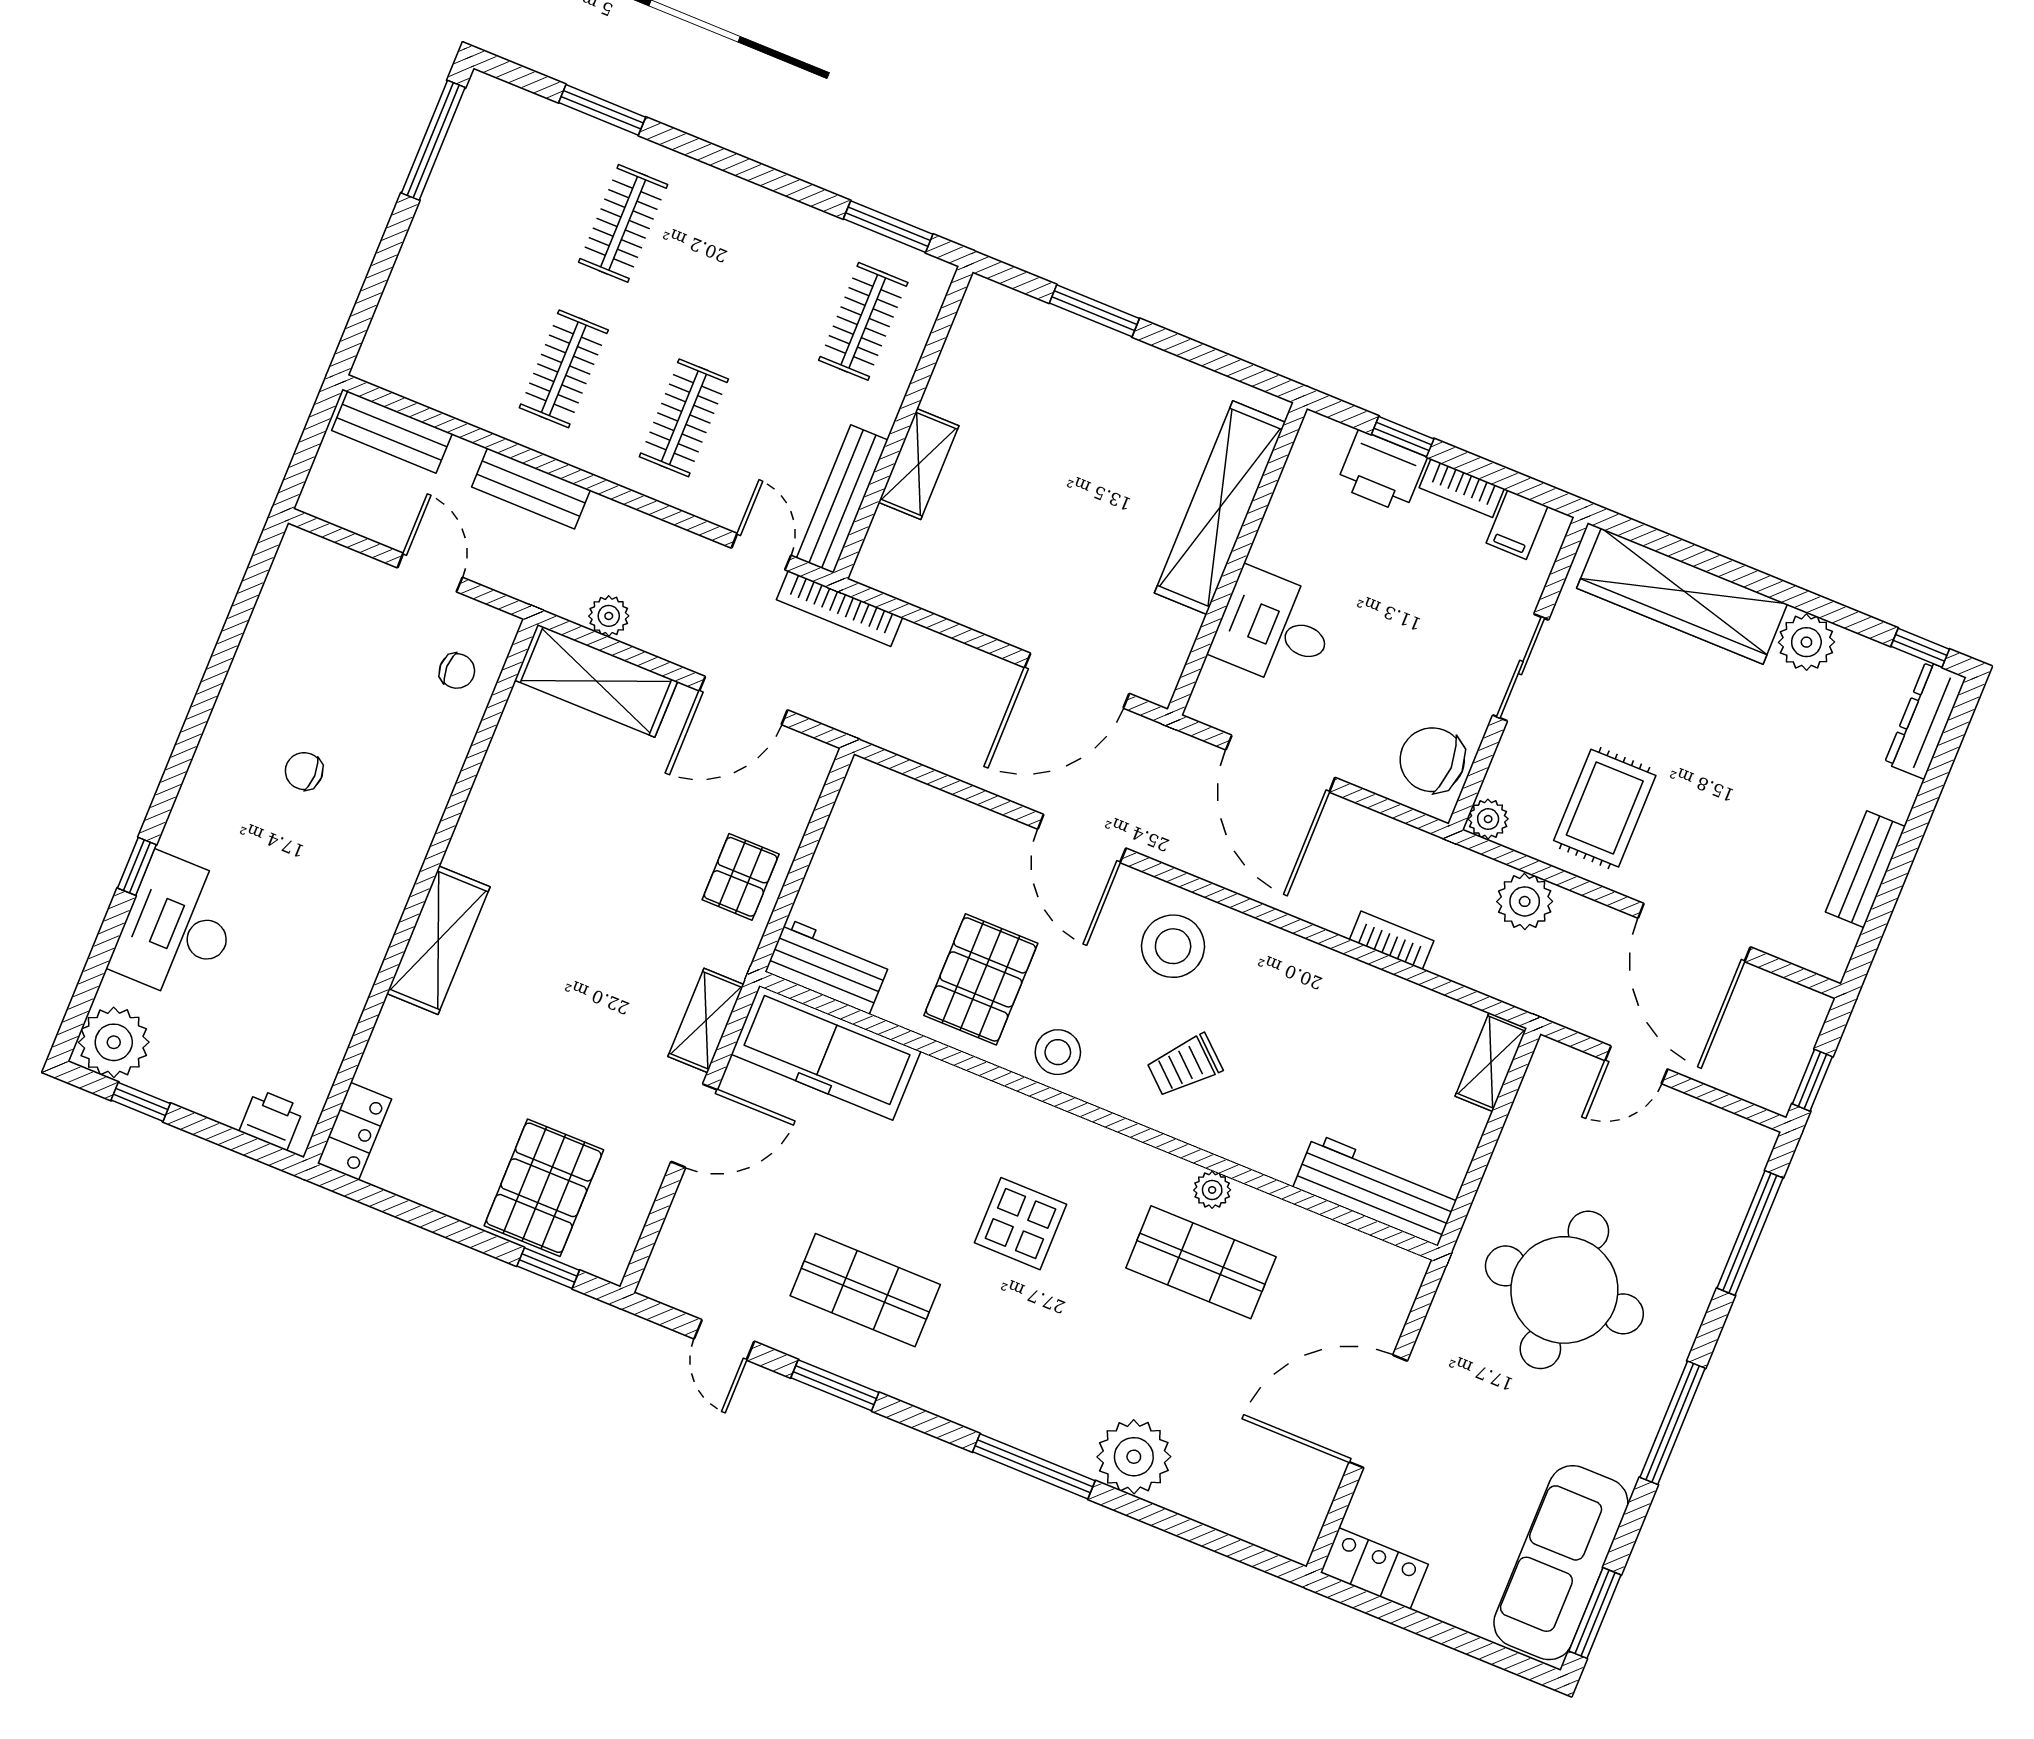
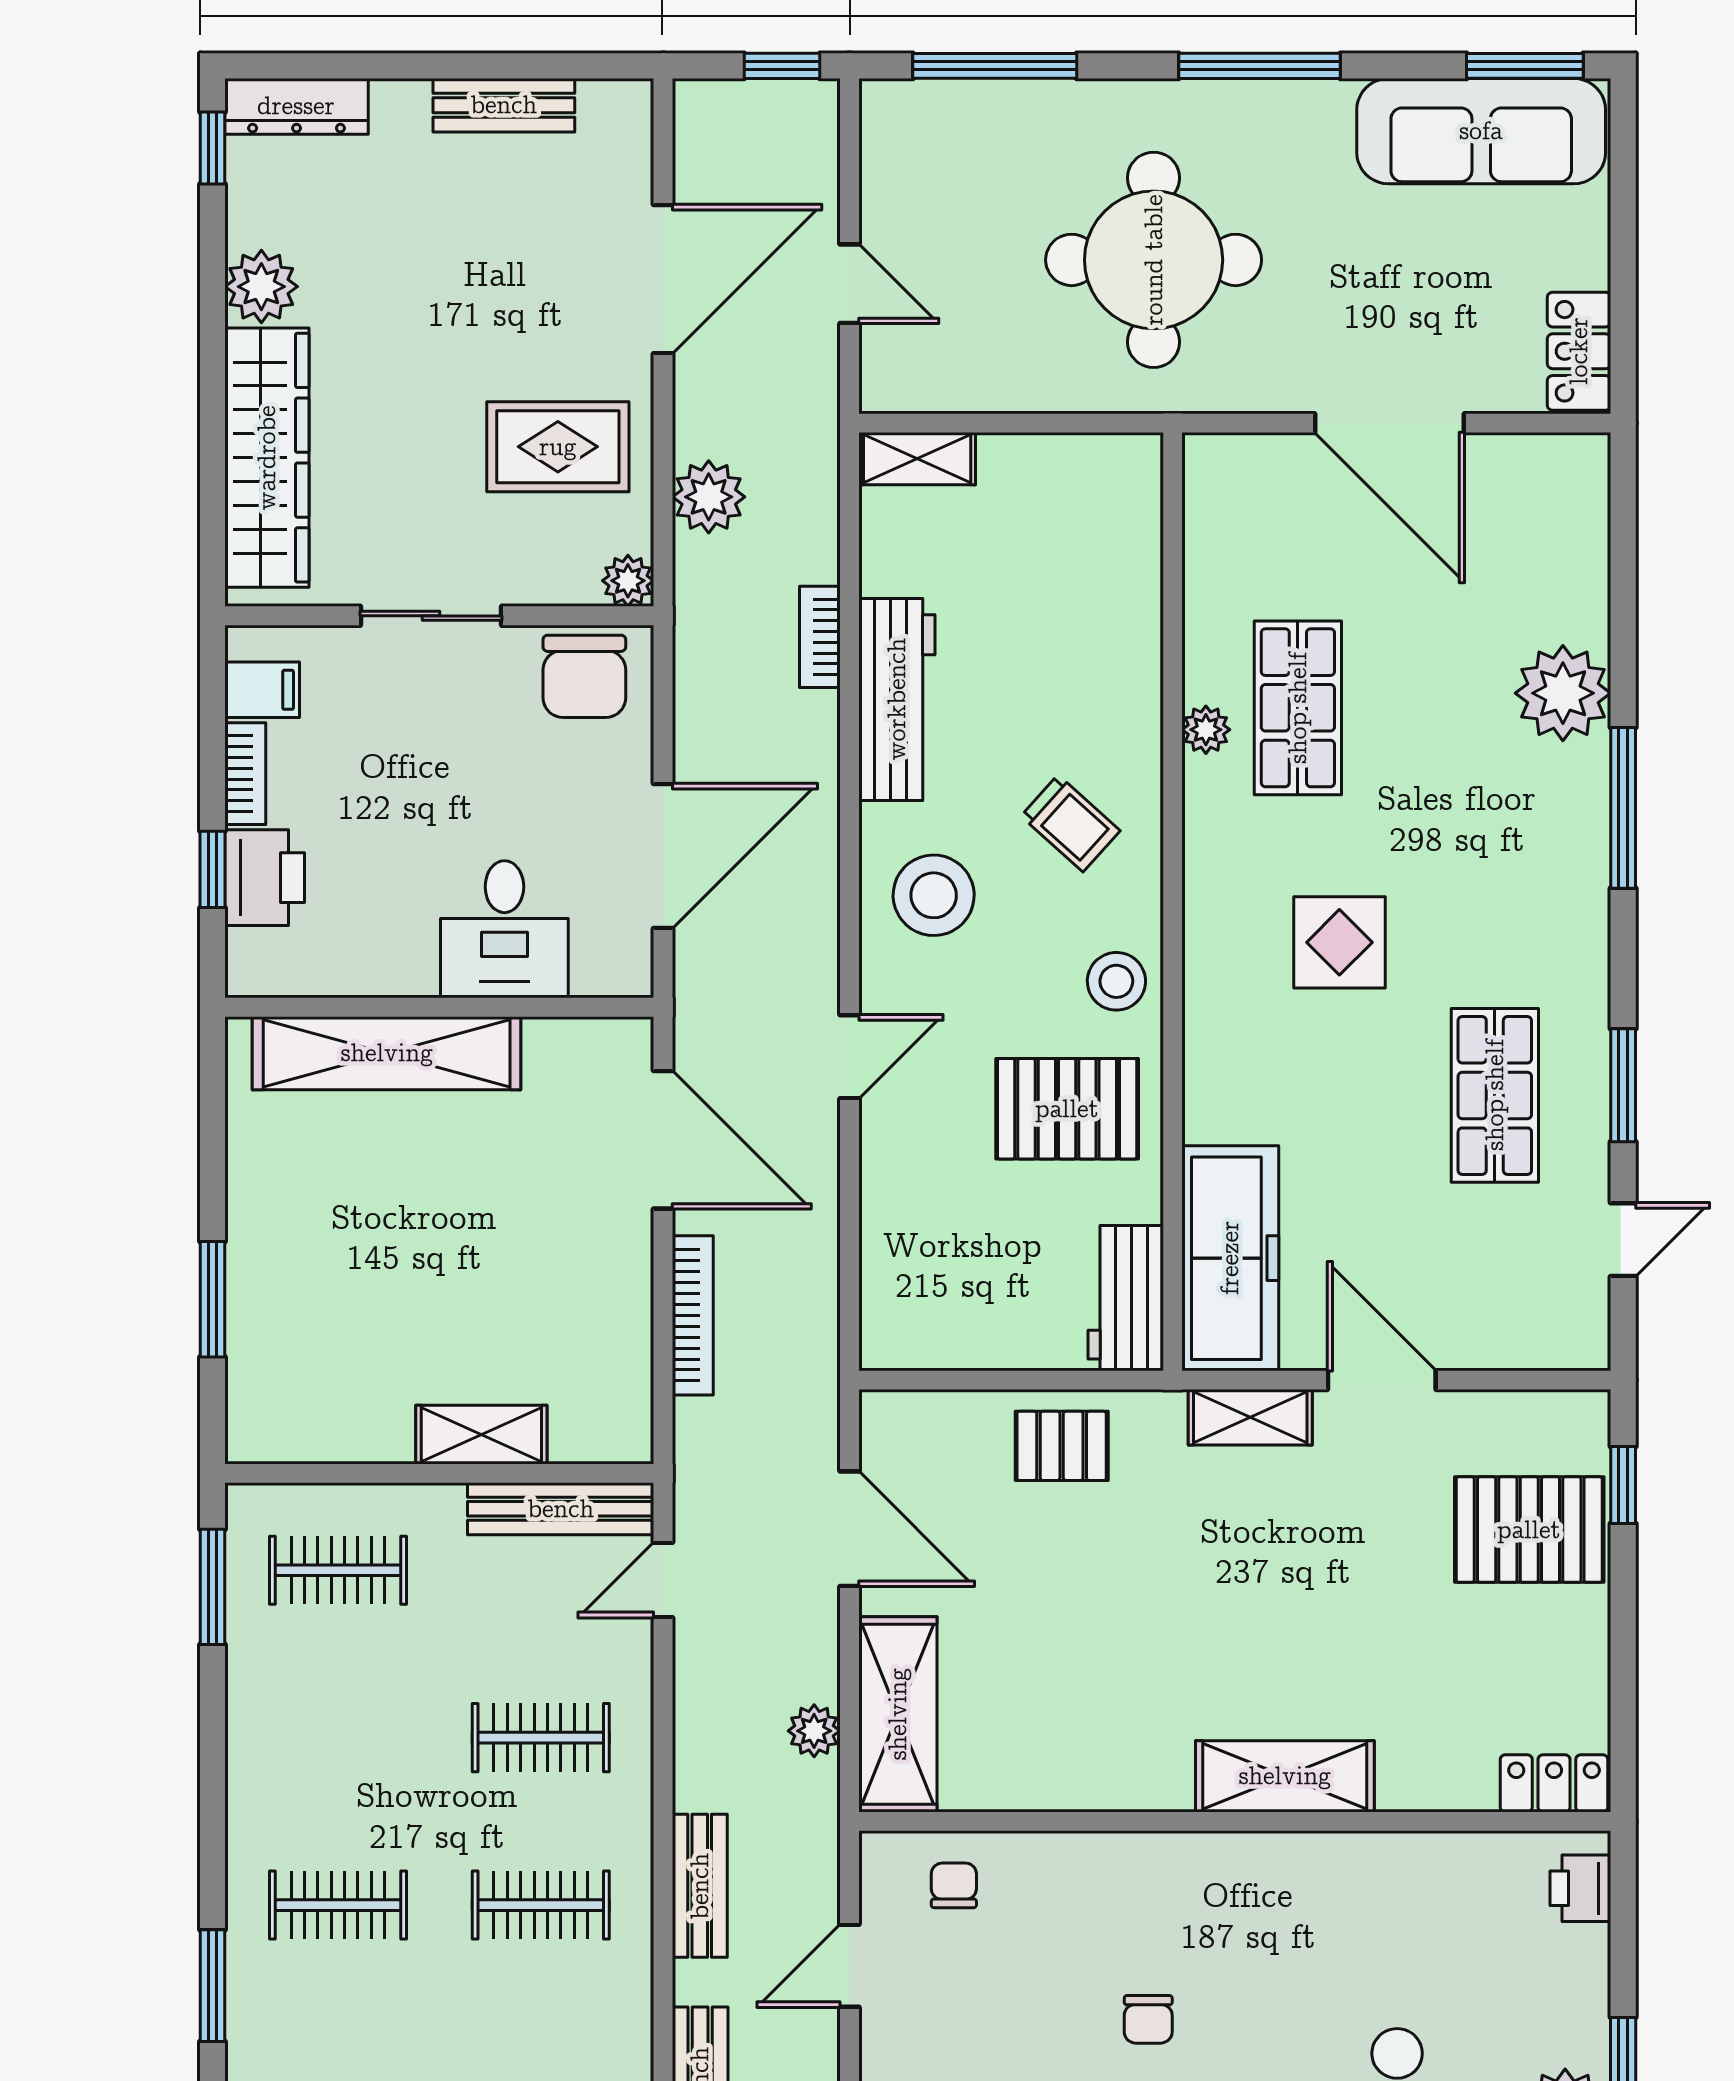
bookcase: (840, 609) -> (693, 1315), moved
door: (1082, 839) -> (849, 1057), width x0.73
workbench: (1376, 1190) -> (897, 699), moved, turned 180

